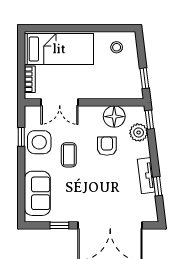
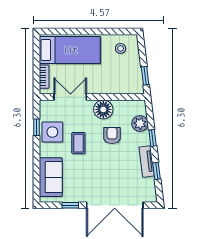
double door: (60, 102) -> (70, 97), swing flipped
floor lamp: (114, 117) -> (103, 109), moved
window: (149, 120) -> (153, 138), moved

